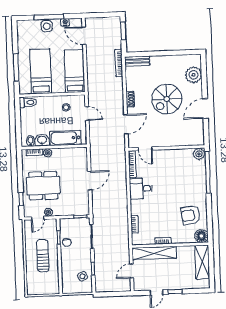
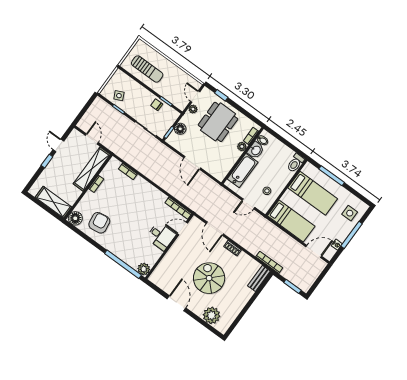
side table: (47, 26) -> (350, 213), moved
desk: (141, 189) -> (161, 236), moved, turned 90
floor lamp: (71, 210) -> (180, 129), added
sun lounger: (43, 256) -> (147, 69), moved

